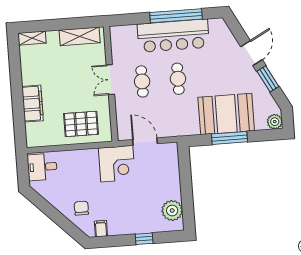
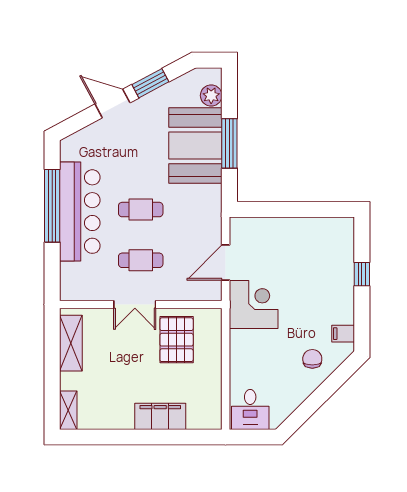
plant: (275, 122) -> (211, 96), moved
pallet: (81, 124) -> (177, 340), moved
chair: (81, 208) -> (312, 359), turned 90
plant: (172, 211) -> (325, 232), removed

